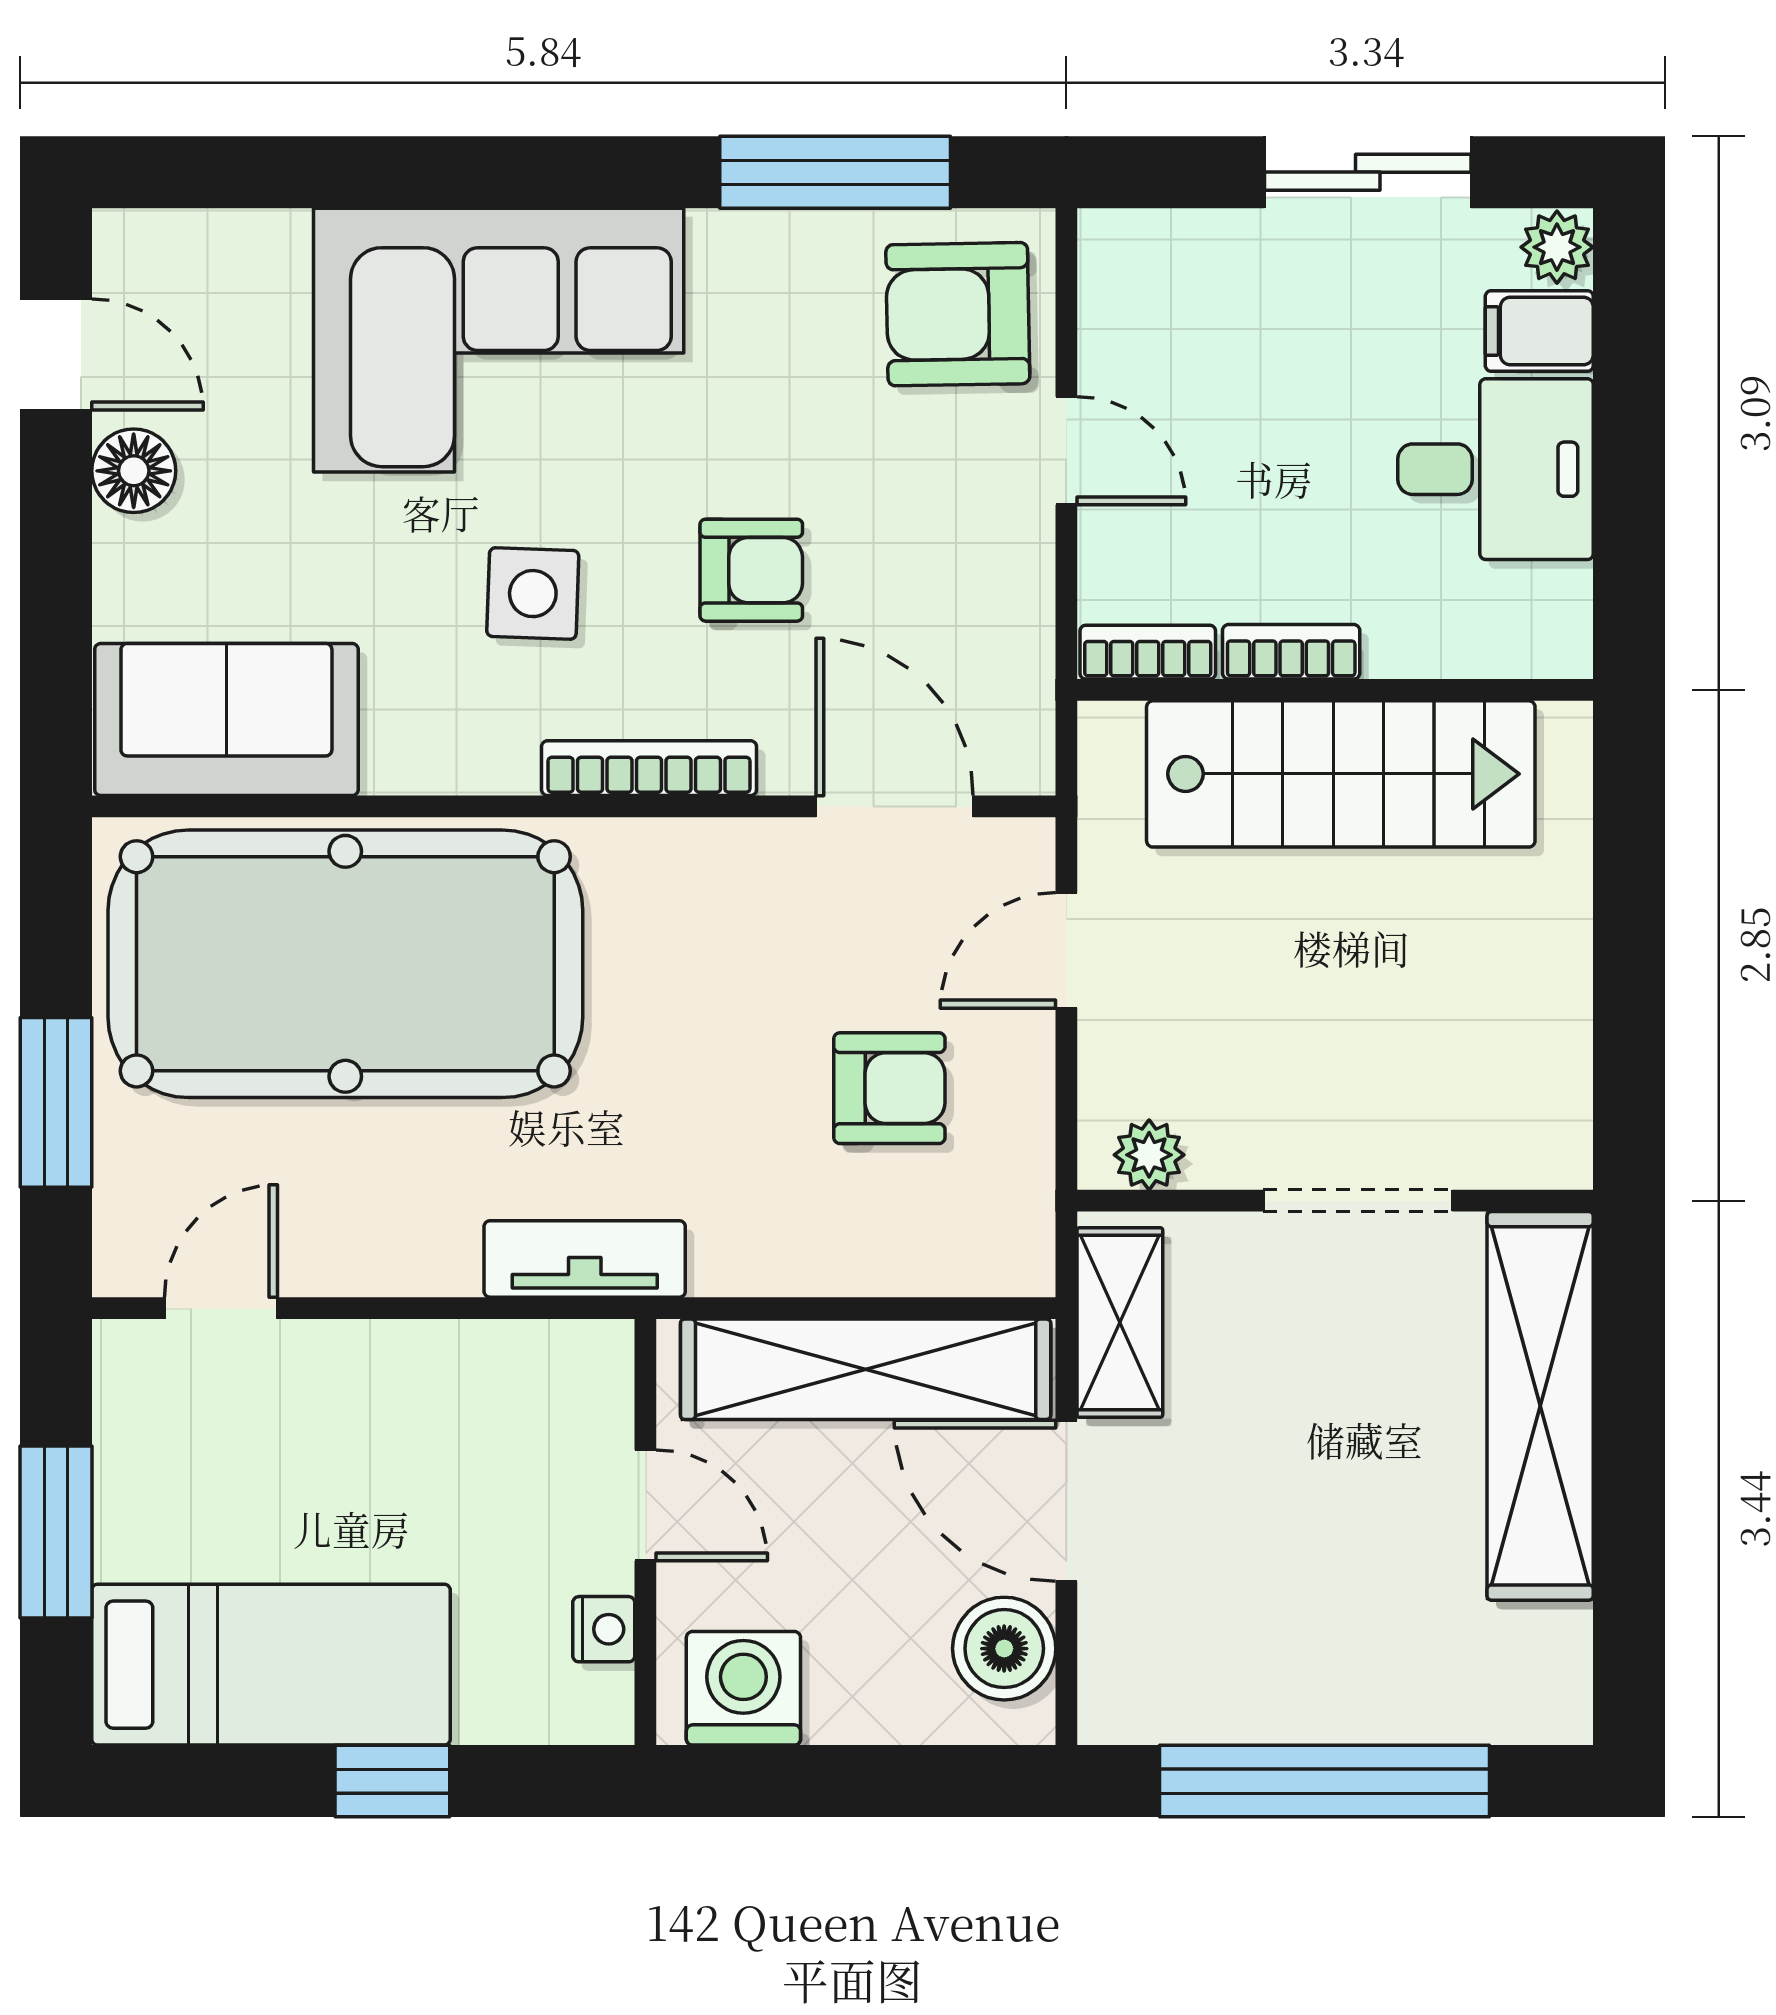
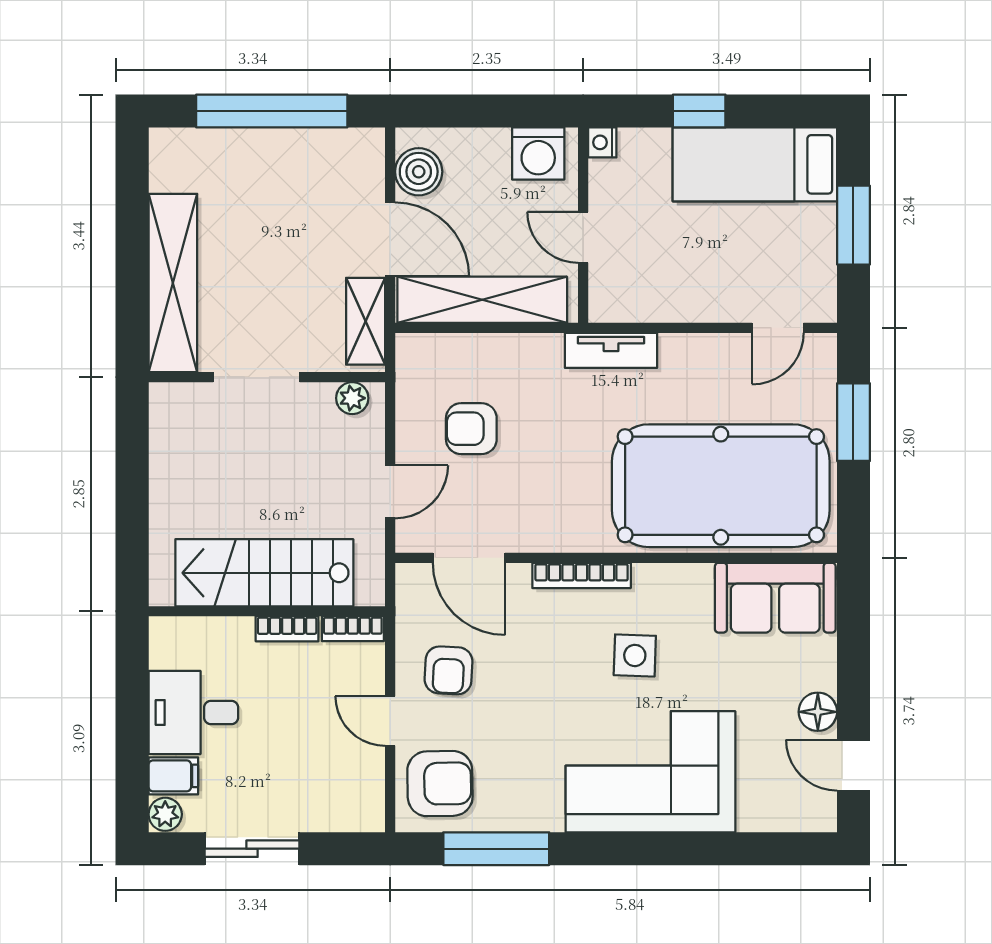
armchair: (751, 570) -> (449, 670), moved, turned -87
nightstand: (604, 1629) -> (602, 142), moved

